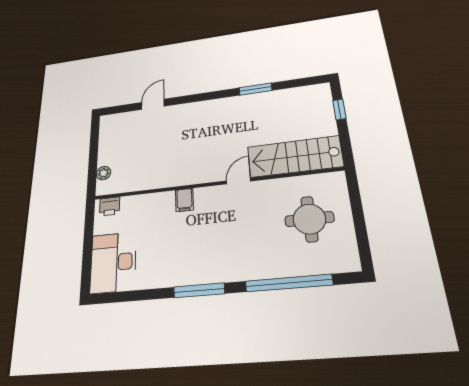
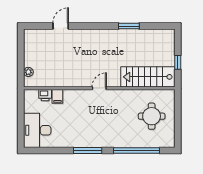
window: (339, 109) -> (178, 62), moved
door: (238, 181) -> (99, 88), moved
filing cabinet: (184, 200) -> (57, 96), moved
printer: (110, 206) -> (45, 95), moved

